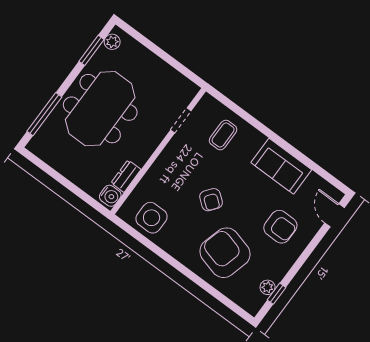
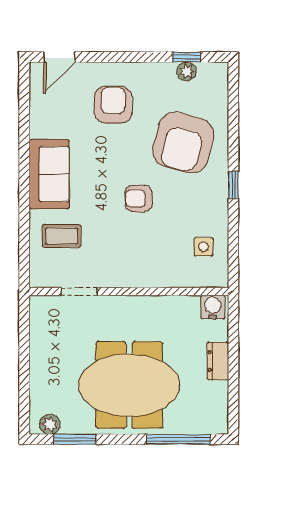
sofa: (281, 166) -> (49, 174), moved
dresser: (126, 176) -> (218, 361), moved, turned 90
armchair: (211, 200) -> (139, 198), turned -128
side table: (152, 218) -> (204, 247), width x0.54, depth x0.54
window: (176, 264) -> (233, 185), added

